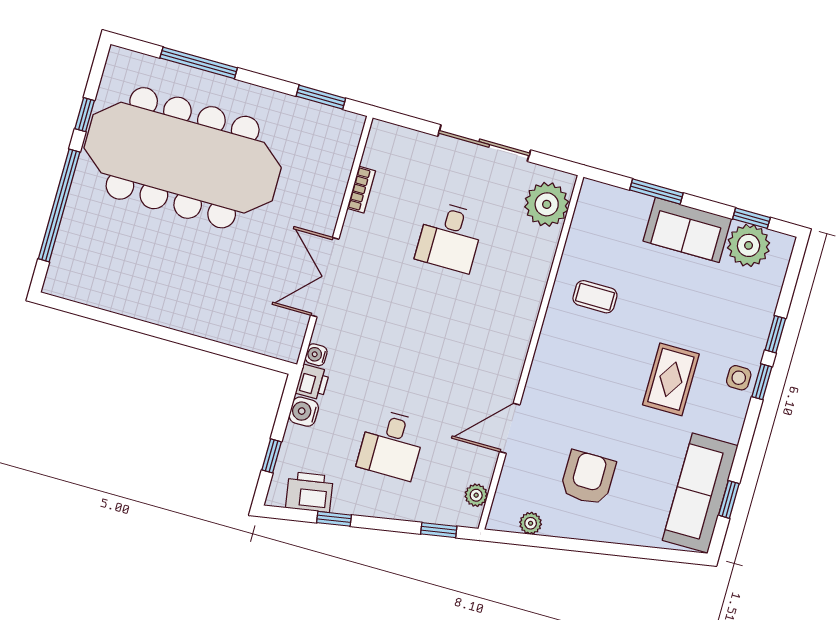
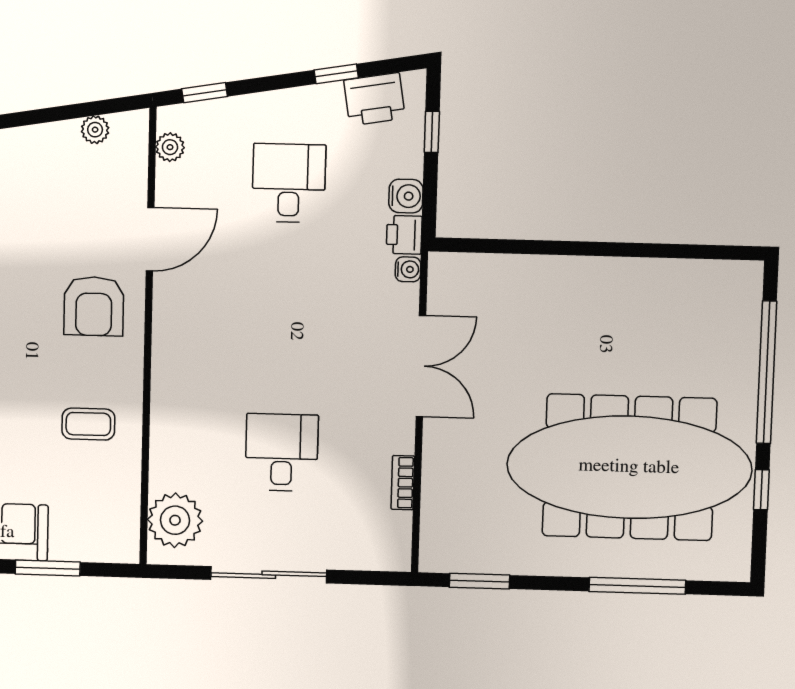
armchair: (588, 478) -> (94, 306), moved

